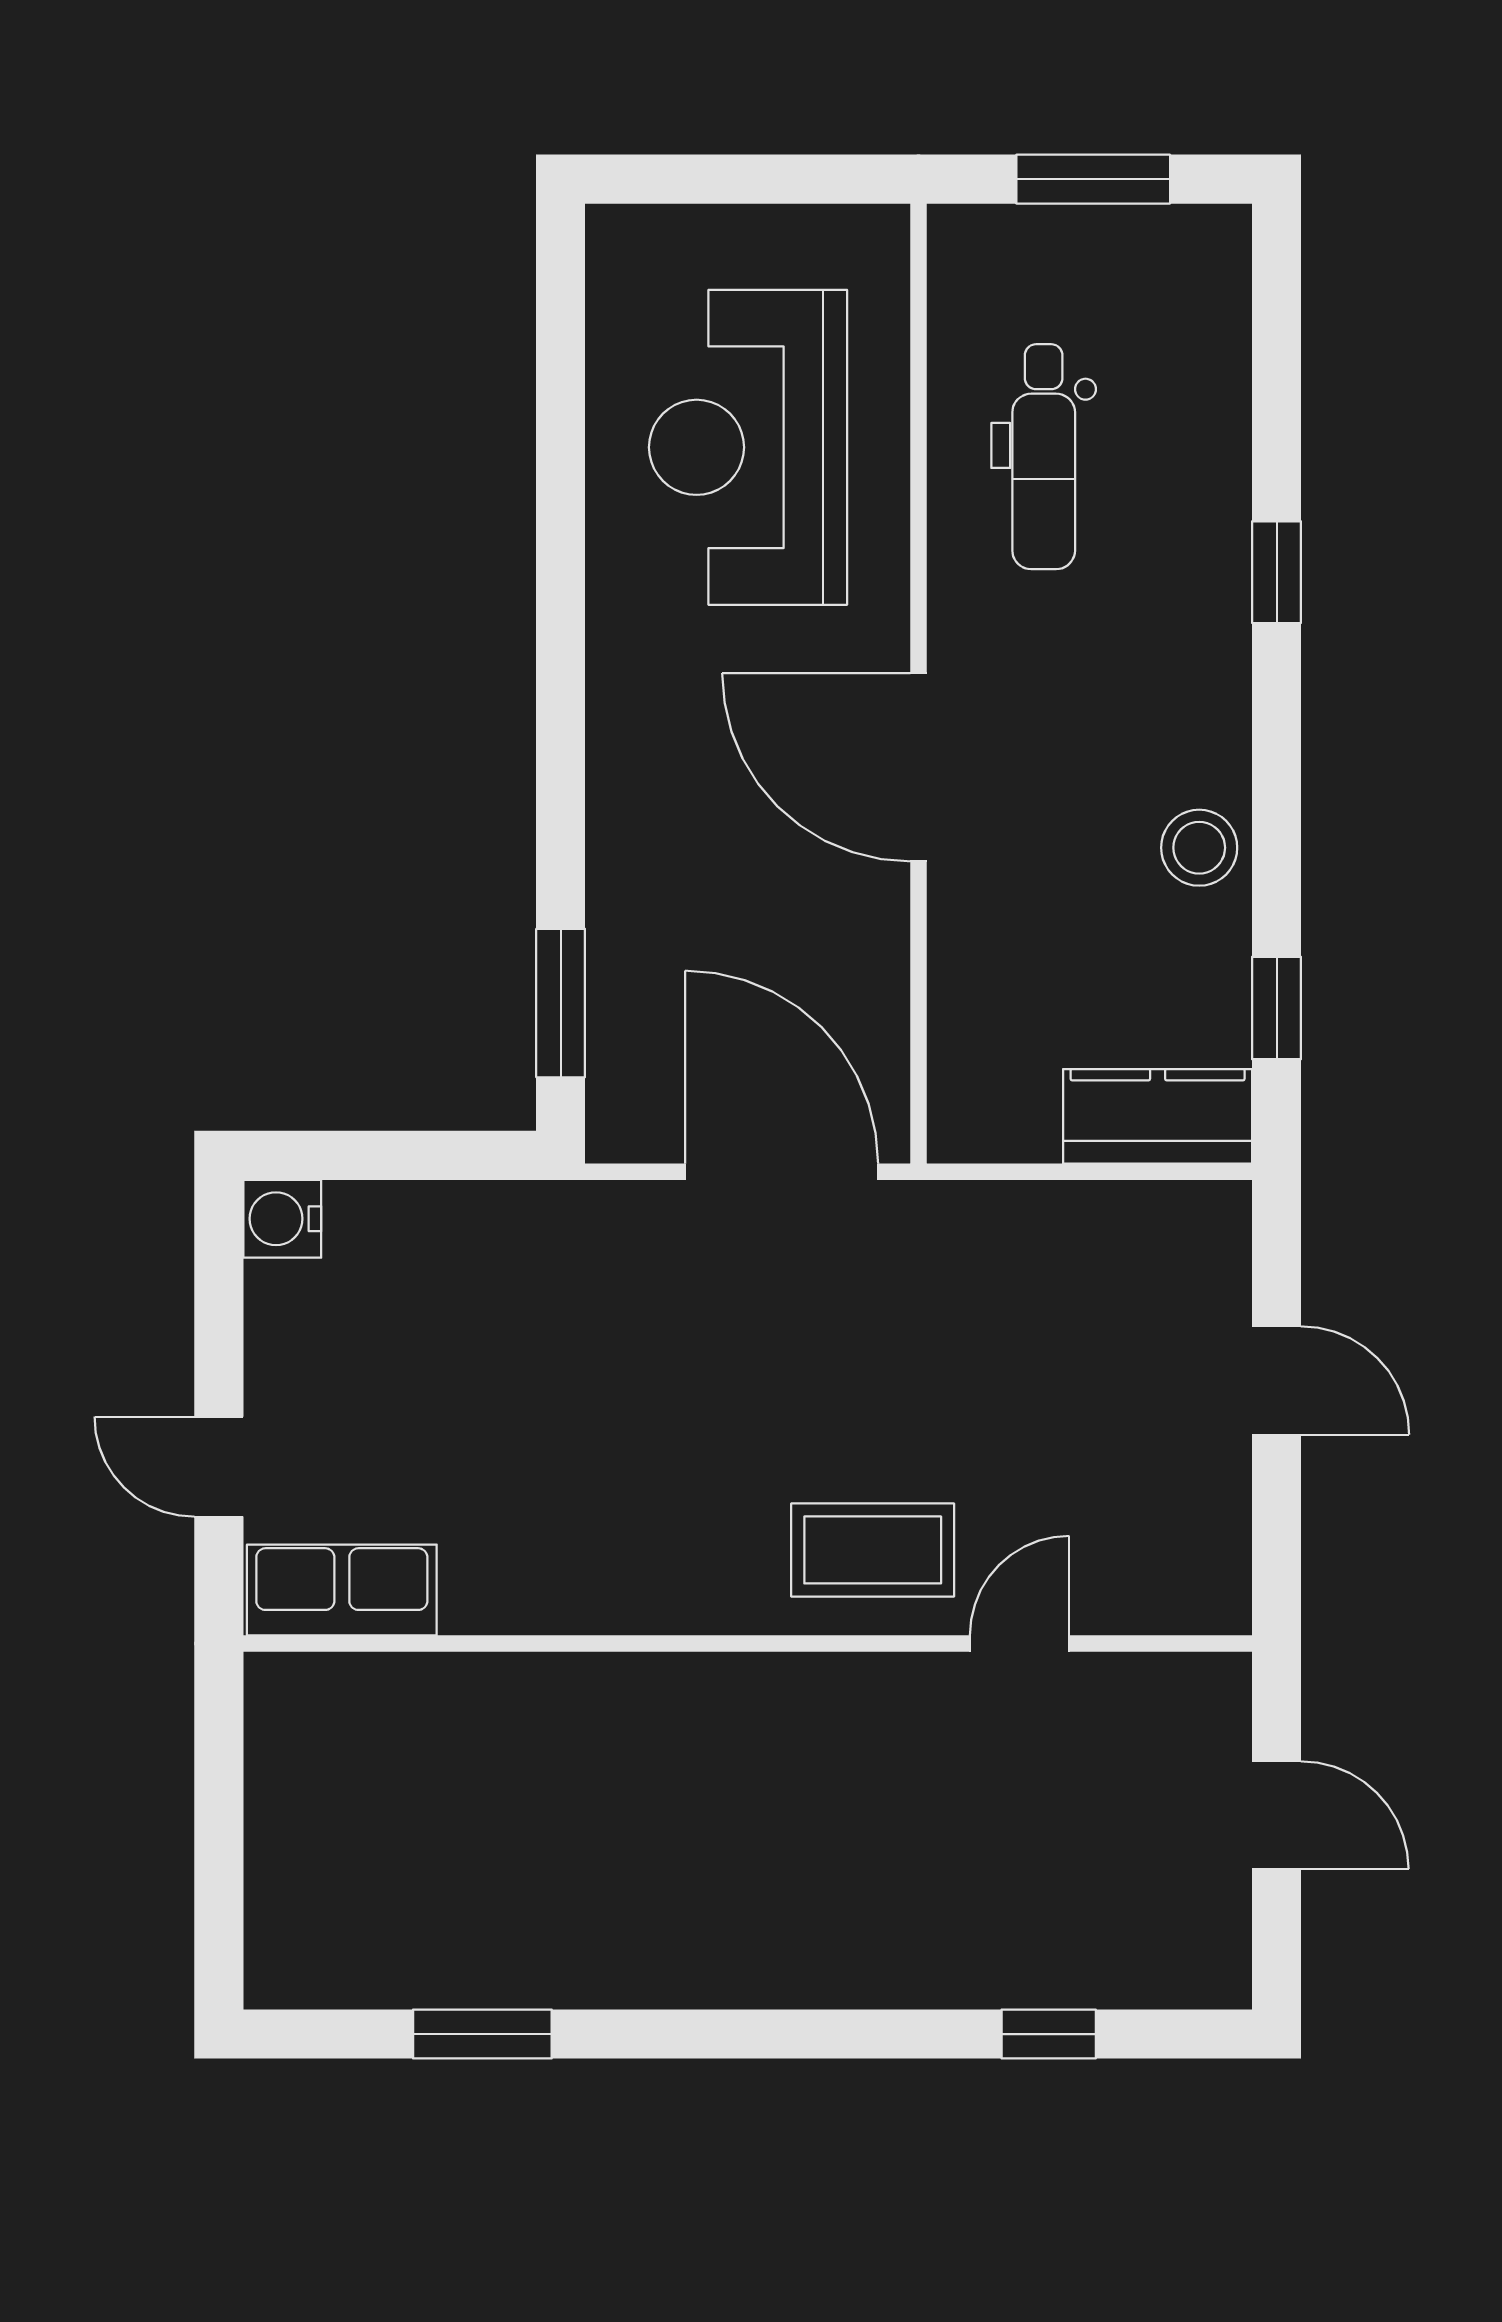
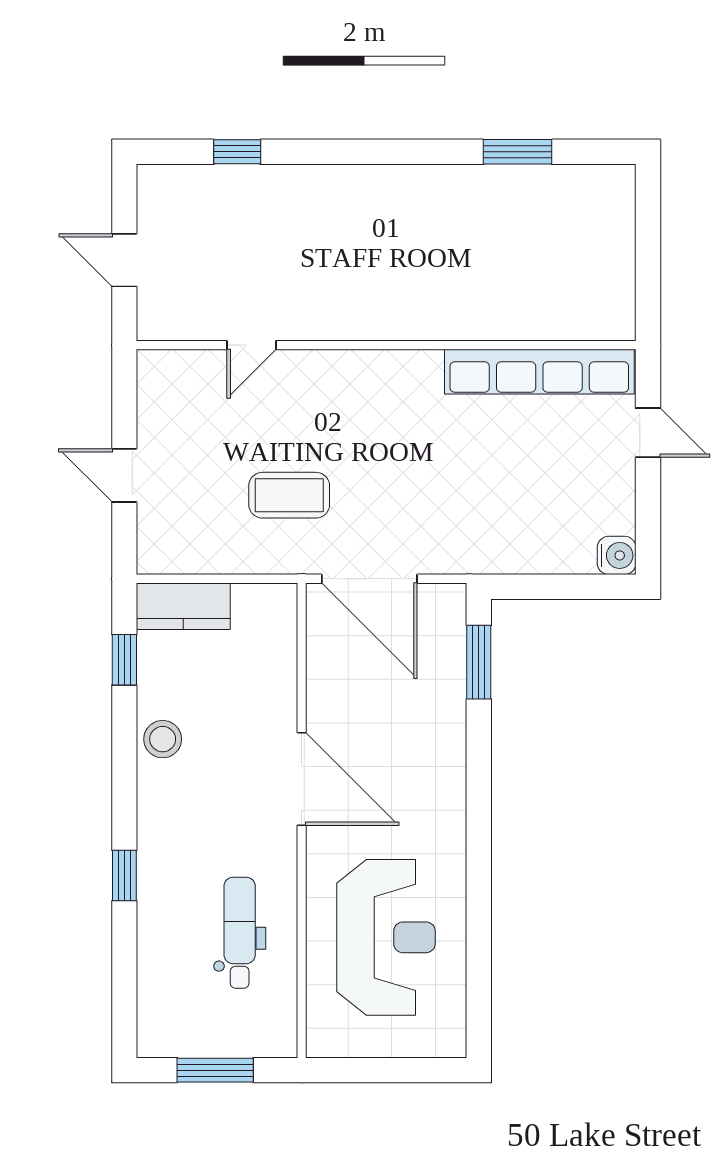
coffee table: (873, 1550) -> (289, 495), moved
row of seats: (342, 1590) -> (539, 372), width x2.02

